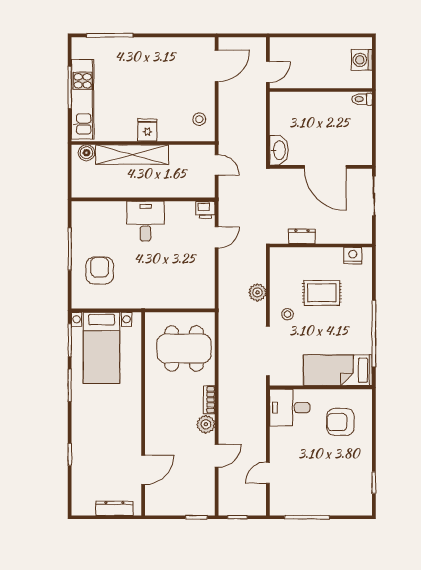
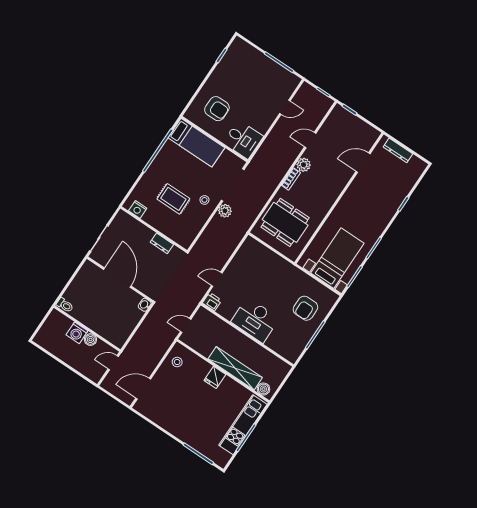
washing machine: (362, 60) -> (77, 333), moved, turned 90
boiler: (309, 81) -> (90, 340), added
washbasin: (279, 150) -> (145, 305), width x0.52, depth x0.69
door: (217, 165) -> (186, 325), hinge flipped
desk: (145, 221) -> (255, 320), width x1.37
plant: (257, 292) -> (225, 211), moved

